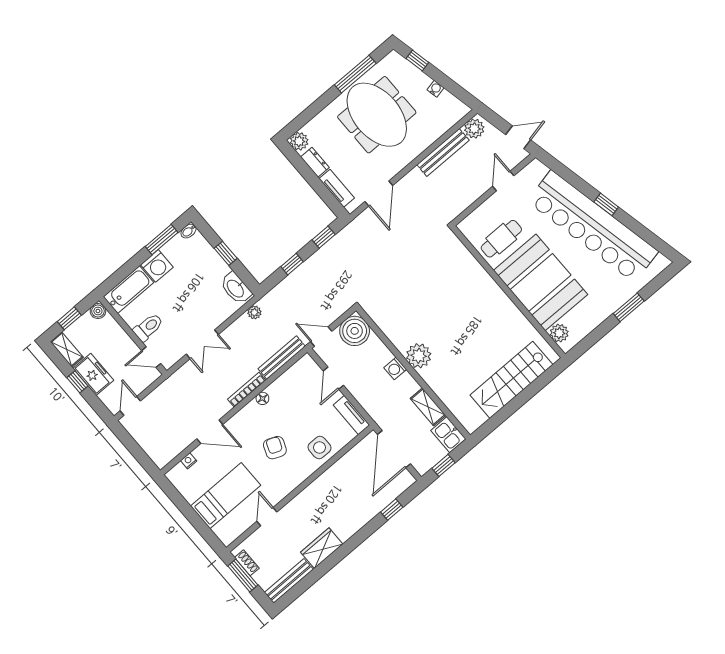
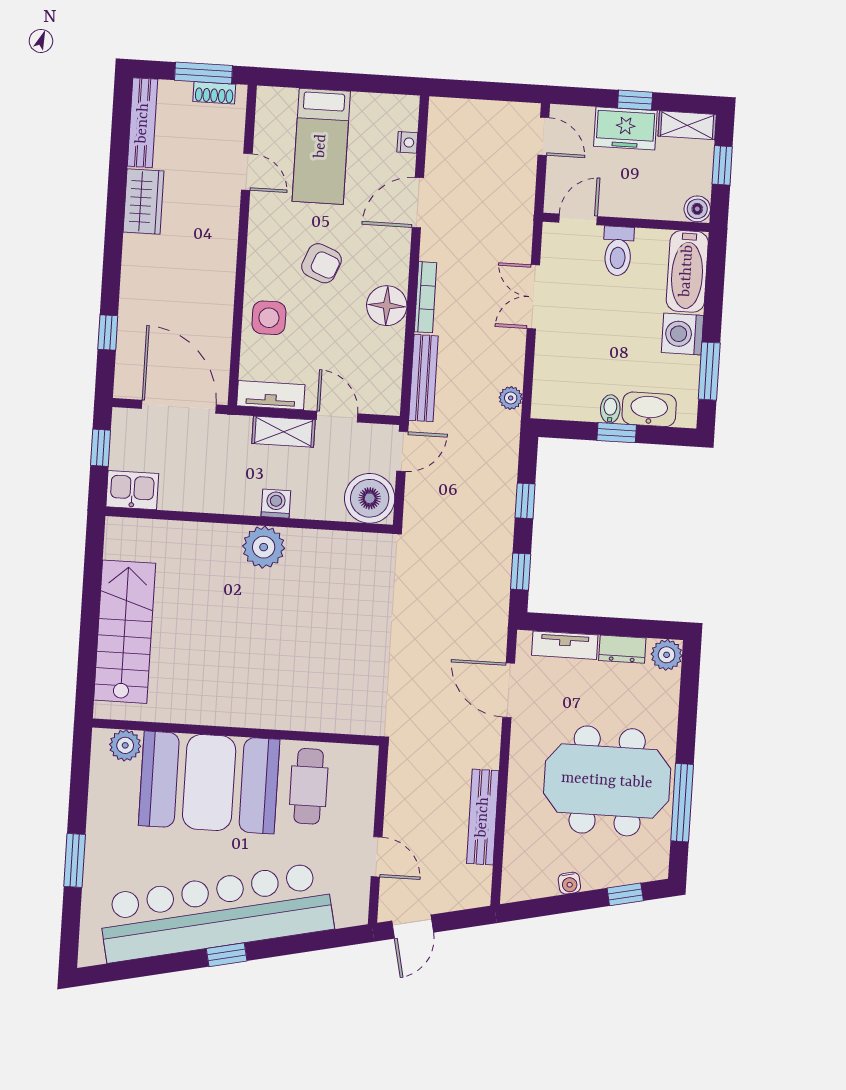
plant: (474, 129) -> (475, 883), removed
bidet: (188, 231) -> (610, 409), moved
washbasin: (236, 288) -> (649, 409), moved
floor lamp: (262, 398) -> (387, 306), width x1.89, depth x1.89
shelving: (428, 407) -> (283, 432), moved

